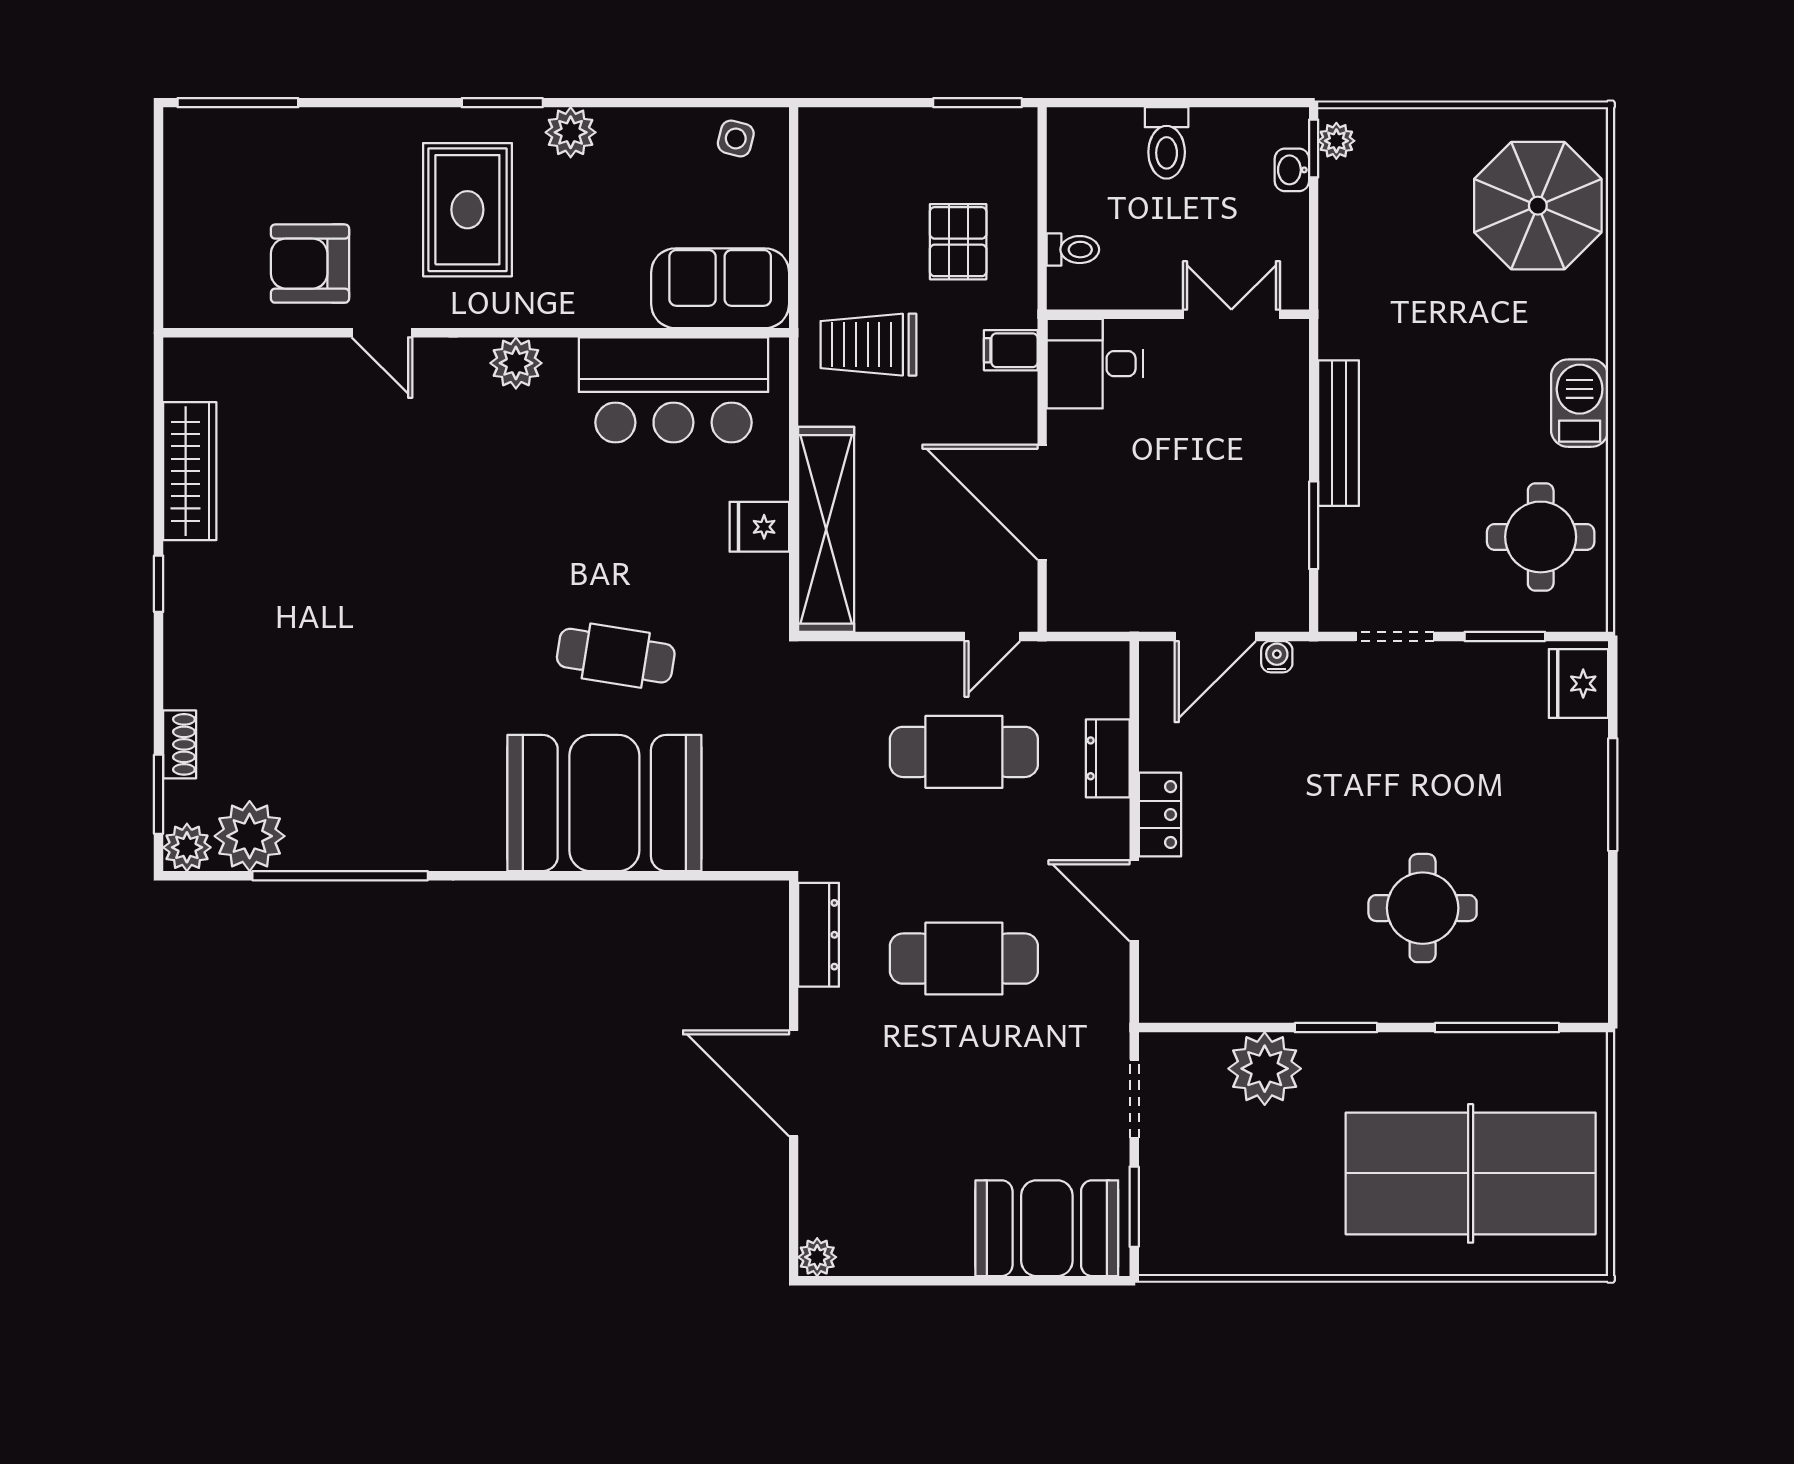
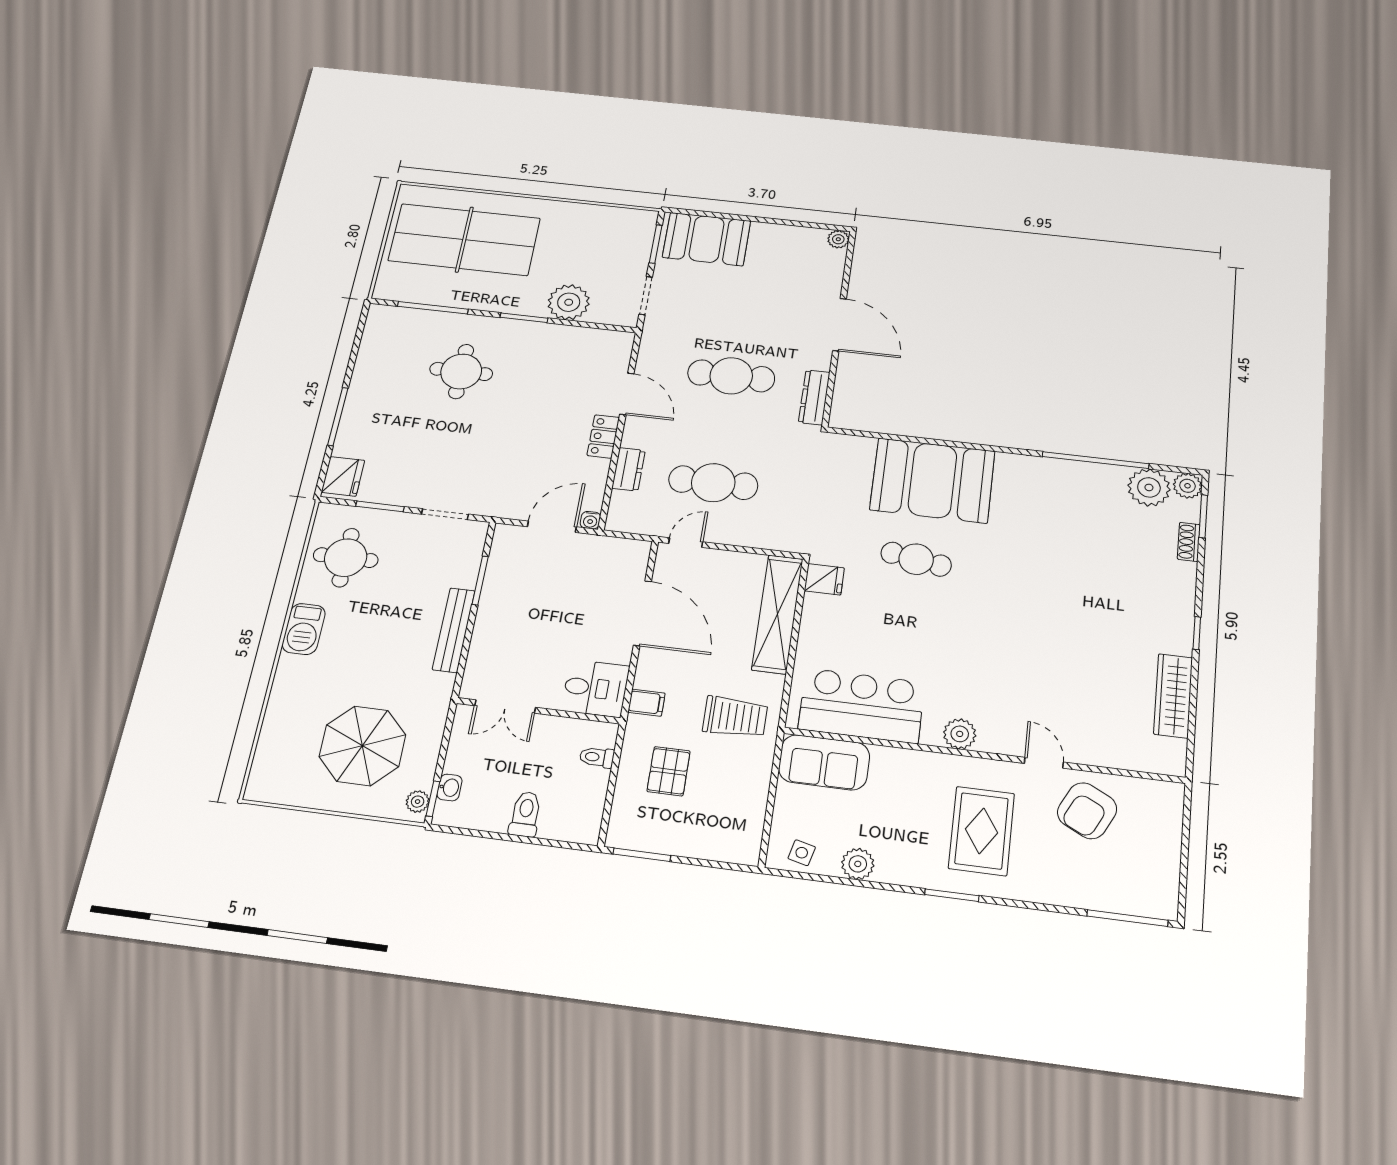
plant: (571, 132) -> (858, 864), moved
parasol: (1538, 206) -> (362, 746), moved
armchair: (310, 264) -> (1087, 811), turned 117
fridge: (759, 527) -> (824, 579), moved
water cooler: (1277, 657) -> (590, 520), moved

